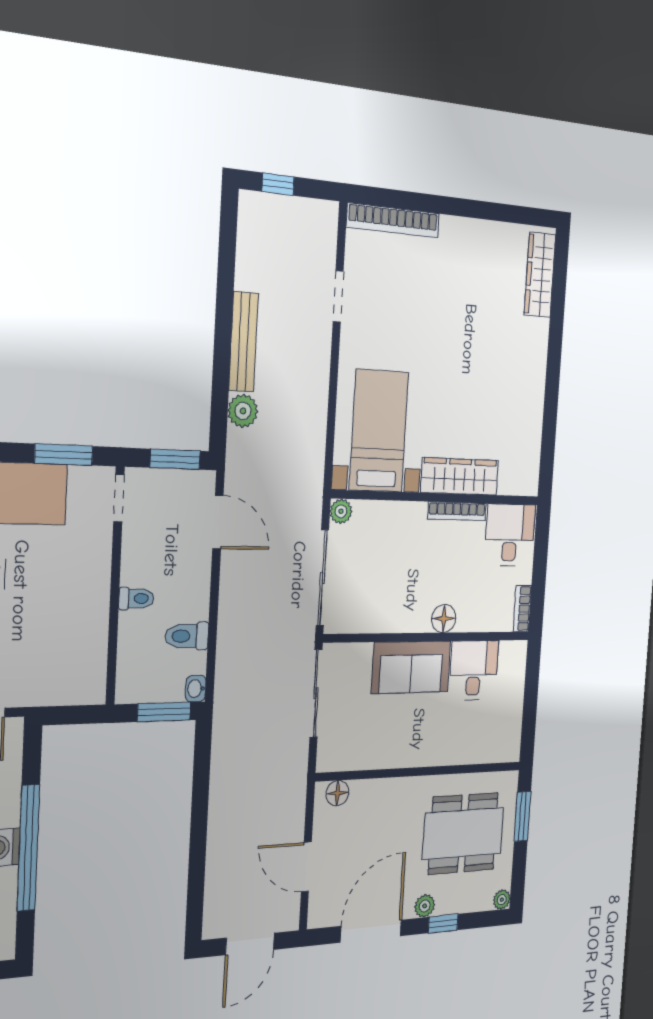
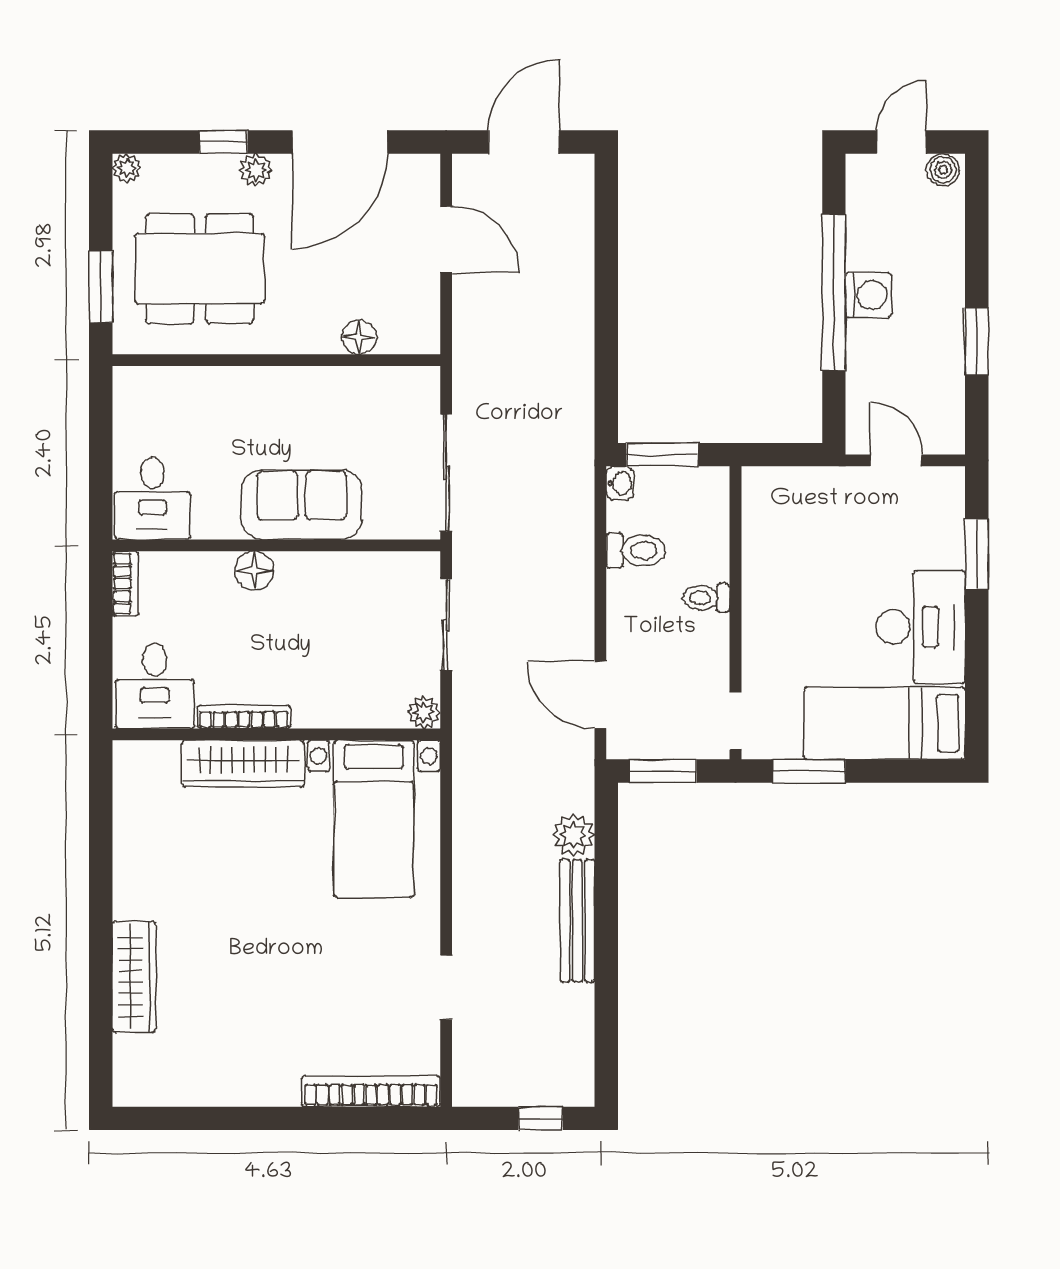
wardrobe: (540, 275) -> (134, 977), moved
sliding door: (322, 578) -> (446, 625), width x0.73
desk: (474, 670) -> (152, 498), moved
floor lamp: (337, 793) -> (359, 337), moved

